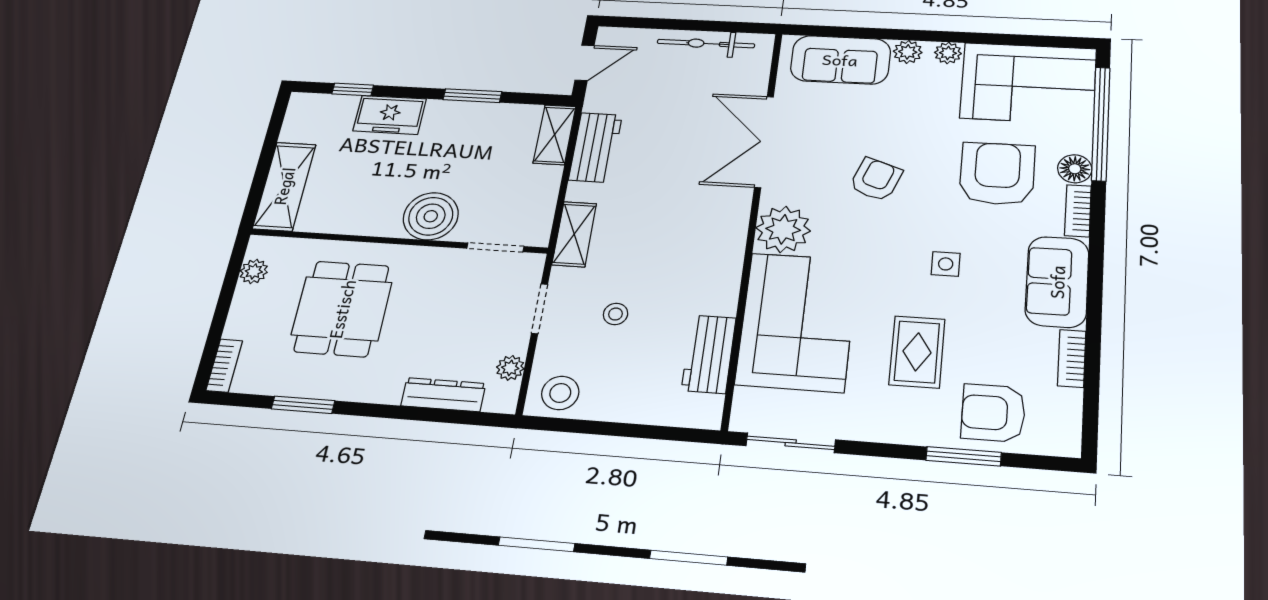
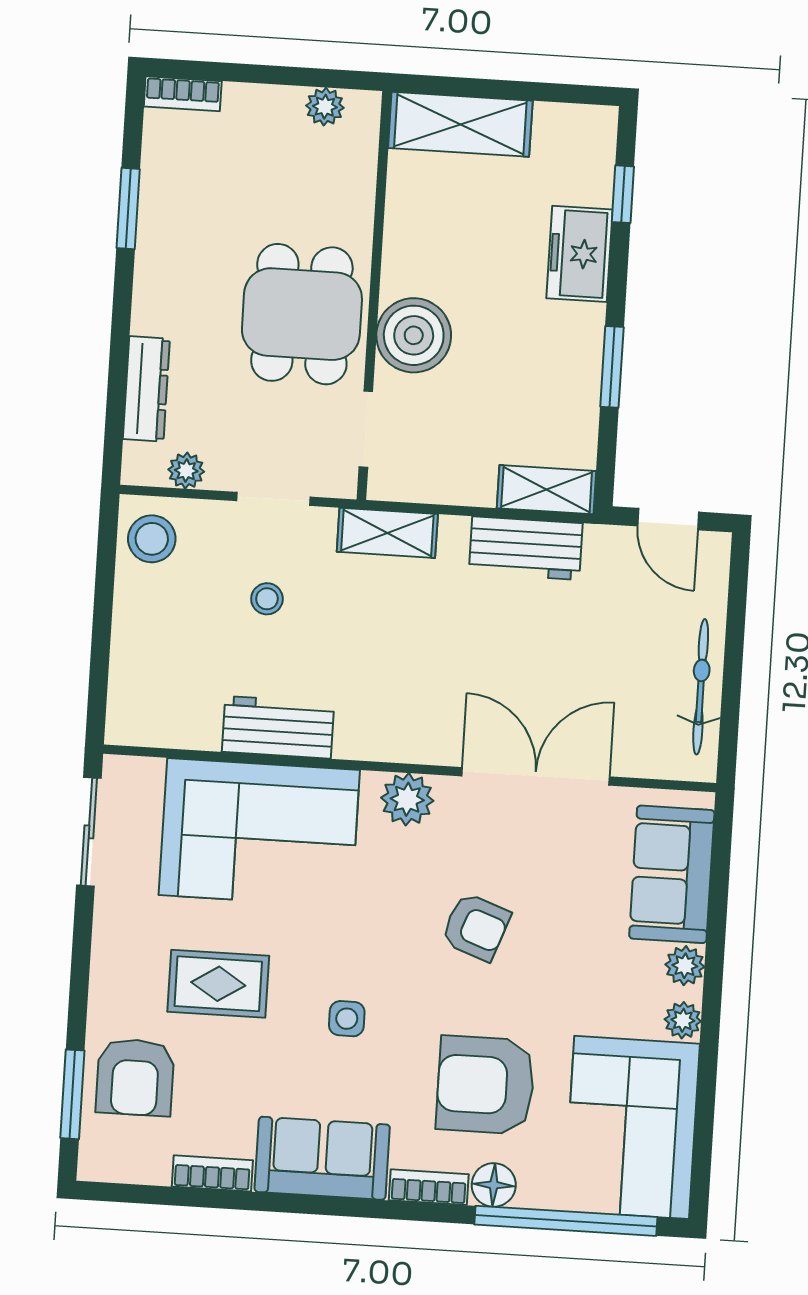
armchair: (997, 174) -> (485, 1085), turned 180
plant: (783, 229) -> (407, 799), width x0.73, depth x0.73
dining table: (342, 309) -> (302, 314), moved, turned 90
workbench: (709, 354) -> (278, 727), moved
armchair: (993, 413) -> (135, 1077), turned 180
window: (964, 456) -> (72, 1094), moved

